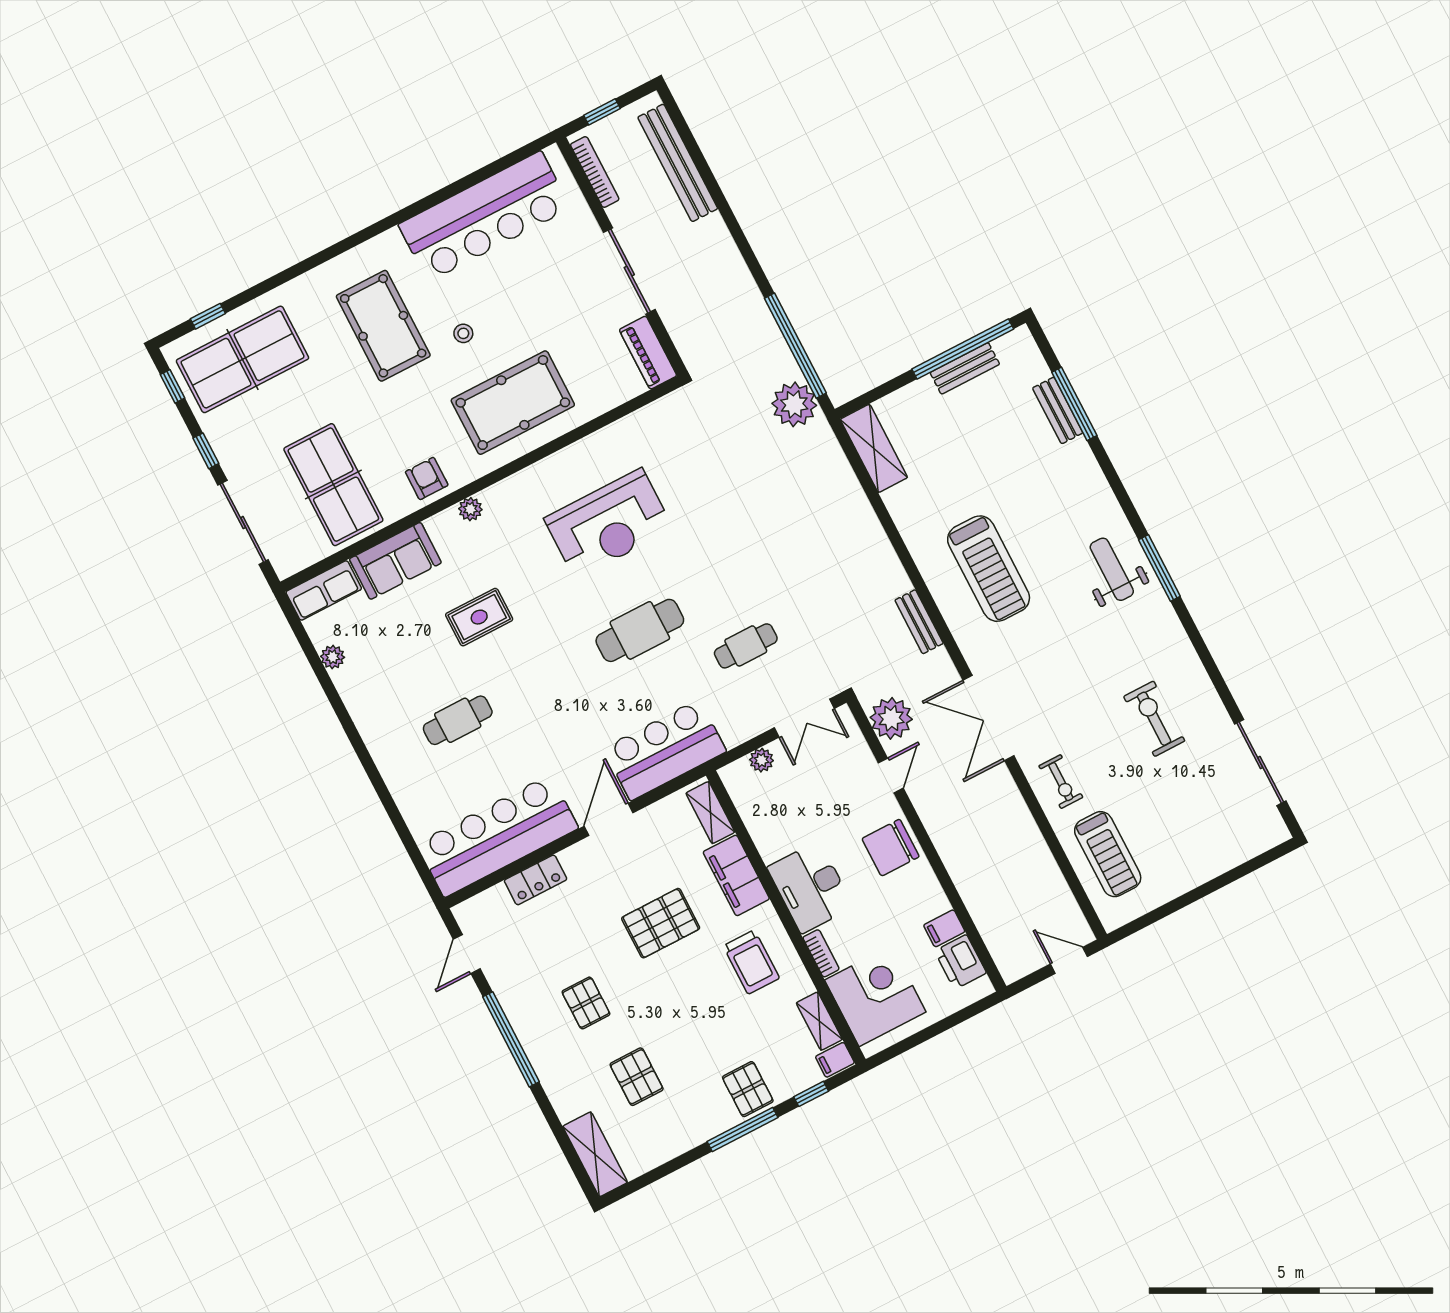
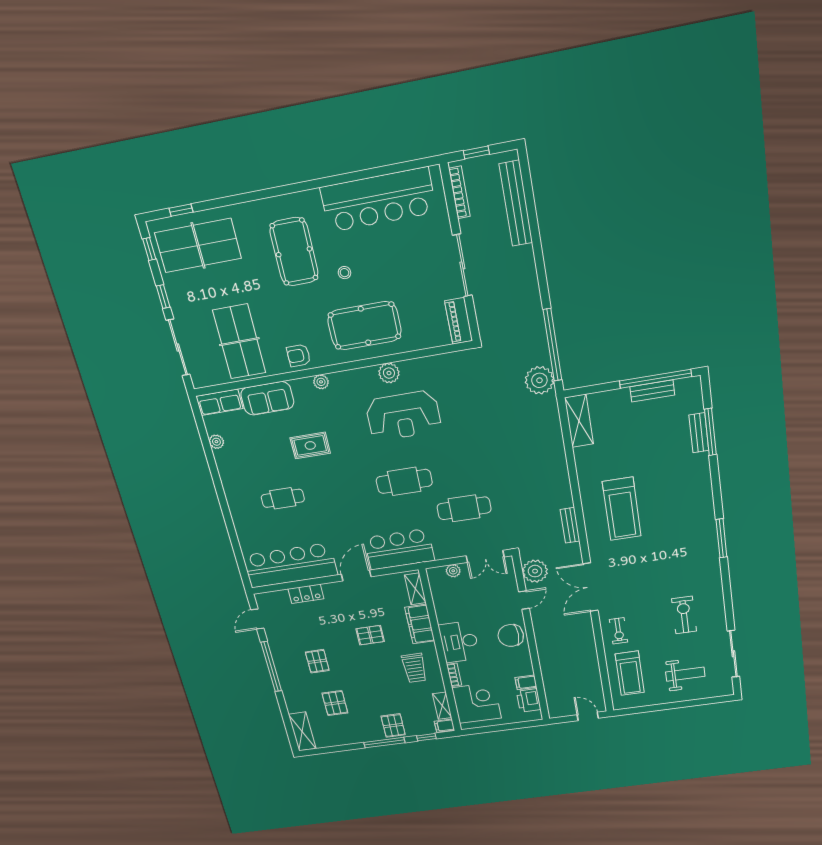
plant: (568, 463) -> (389, 373), added
armchair: (427, 478) -> (299, 355), turned -90
weight bench: (1112, 569) -> (685, 674), moved, turned 90
cafe table: (746, 646) -> (464, 508), width x1.37, depth x1.35
pallet: (661, 923) -> (370, 635), width x0.67, depth x0.71

